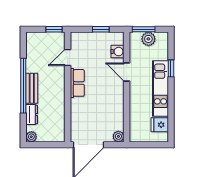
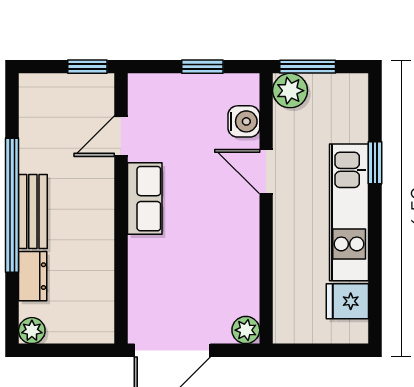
plant: (148, 39) -> (290, 91), moved

